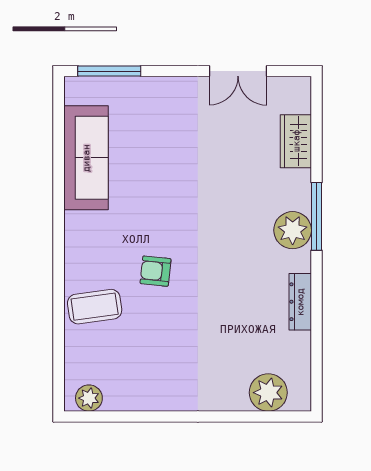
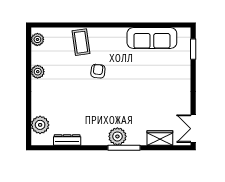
window: (109, 71) -> (193, 49), width x0.69
double door: (238, 71) -> (193, 129), moved
dresser: (300, 302) -> (67, 140), moved
plant: (157, 398) -> (38, 72), added

